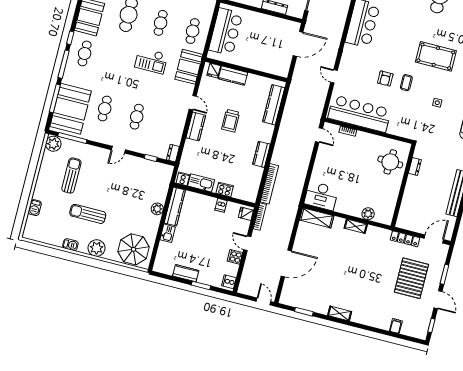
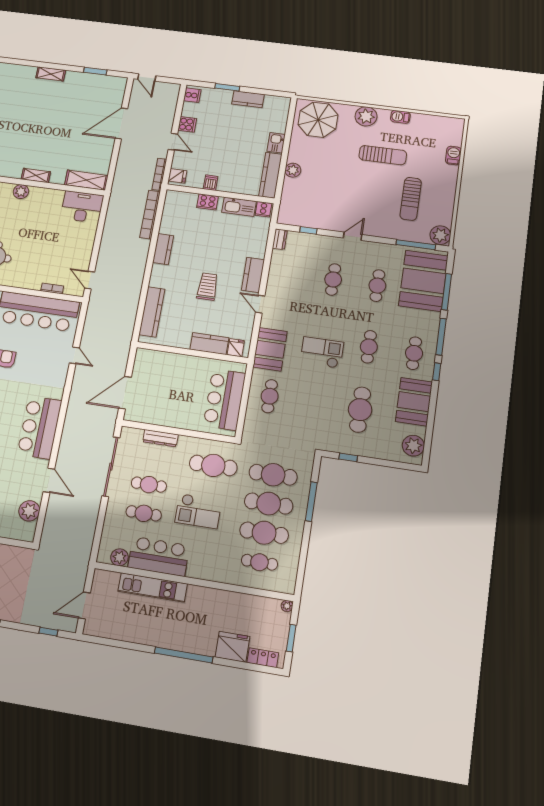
cafe table: (161, 23) -> (369, 347), moved

